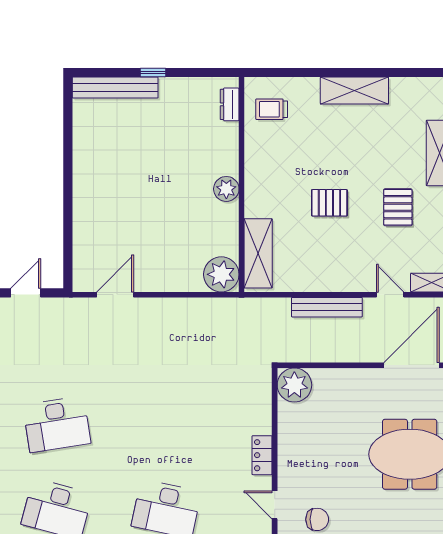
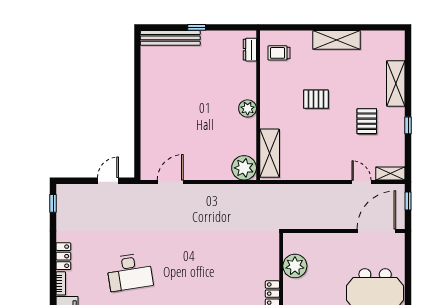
pallet: (329, 203) -> (316, 99), moved
bench: (327, 307) -> (317, 191), removed
plant: (294, 385) -> (295, 266), moved

